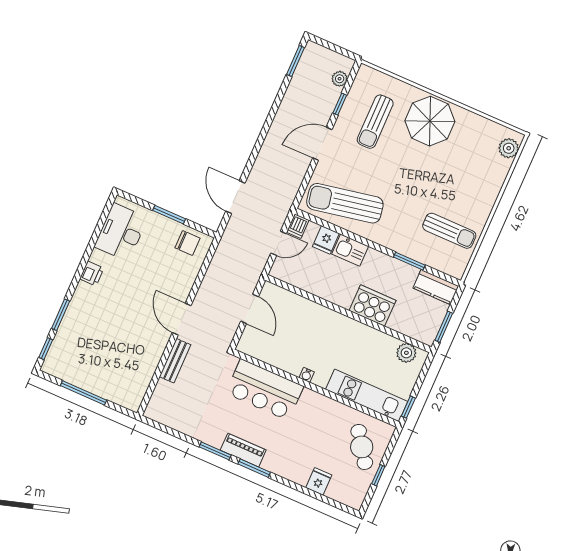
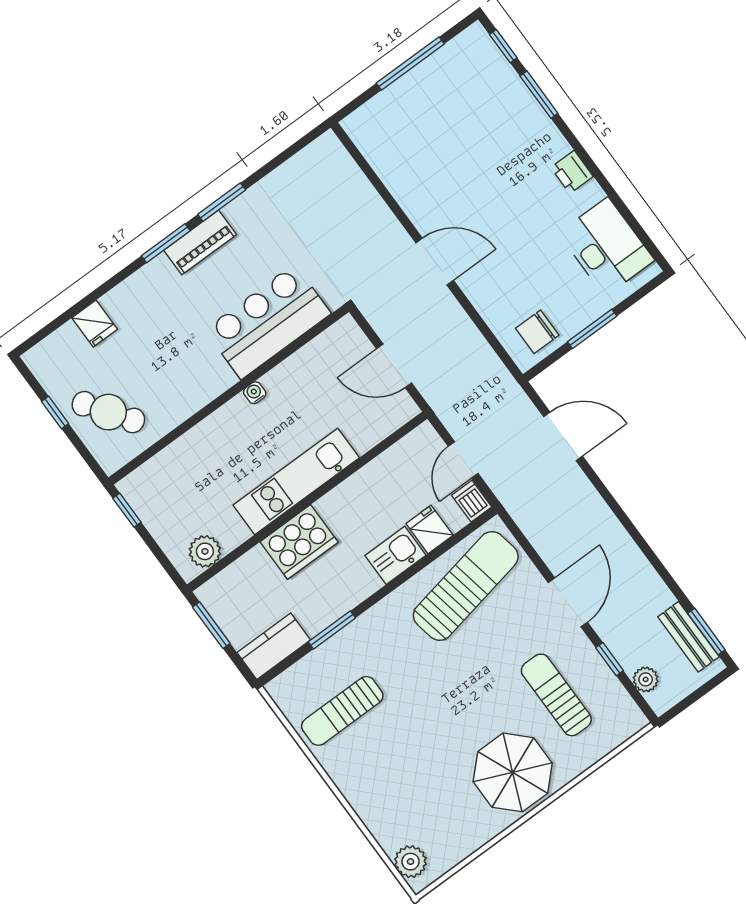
bench: (175, 361) -> (688, 637), moved
kitchen unit: (367, 395) -> (296, 481), moved, turned 180

